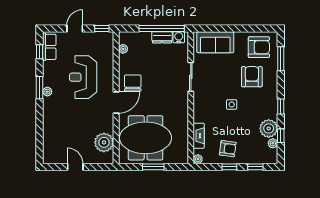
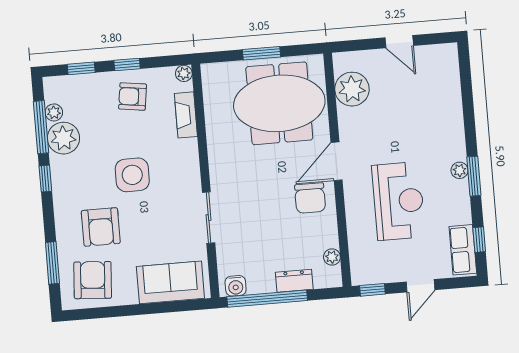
dresser: (162, 37) -> (294, 281), moved
armchair: (259, 47) -> (93, 280), turned 94
side table: (232, 105) -> (132, 175), width x1.87, depth x1.87
window: (281, 136) -> (41, 127), width x2.17

